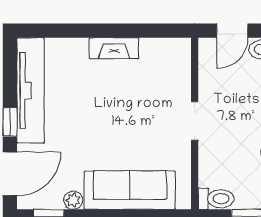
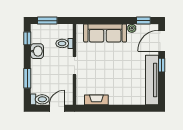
fireplace: (114, 48) -> (96, 100), moved
toilet: (216, 199) -> (64, 43), moved

